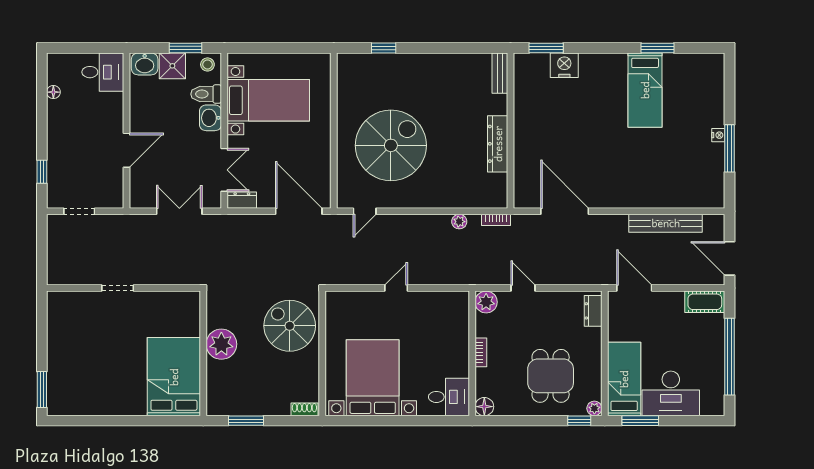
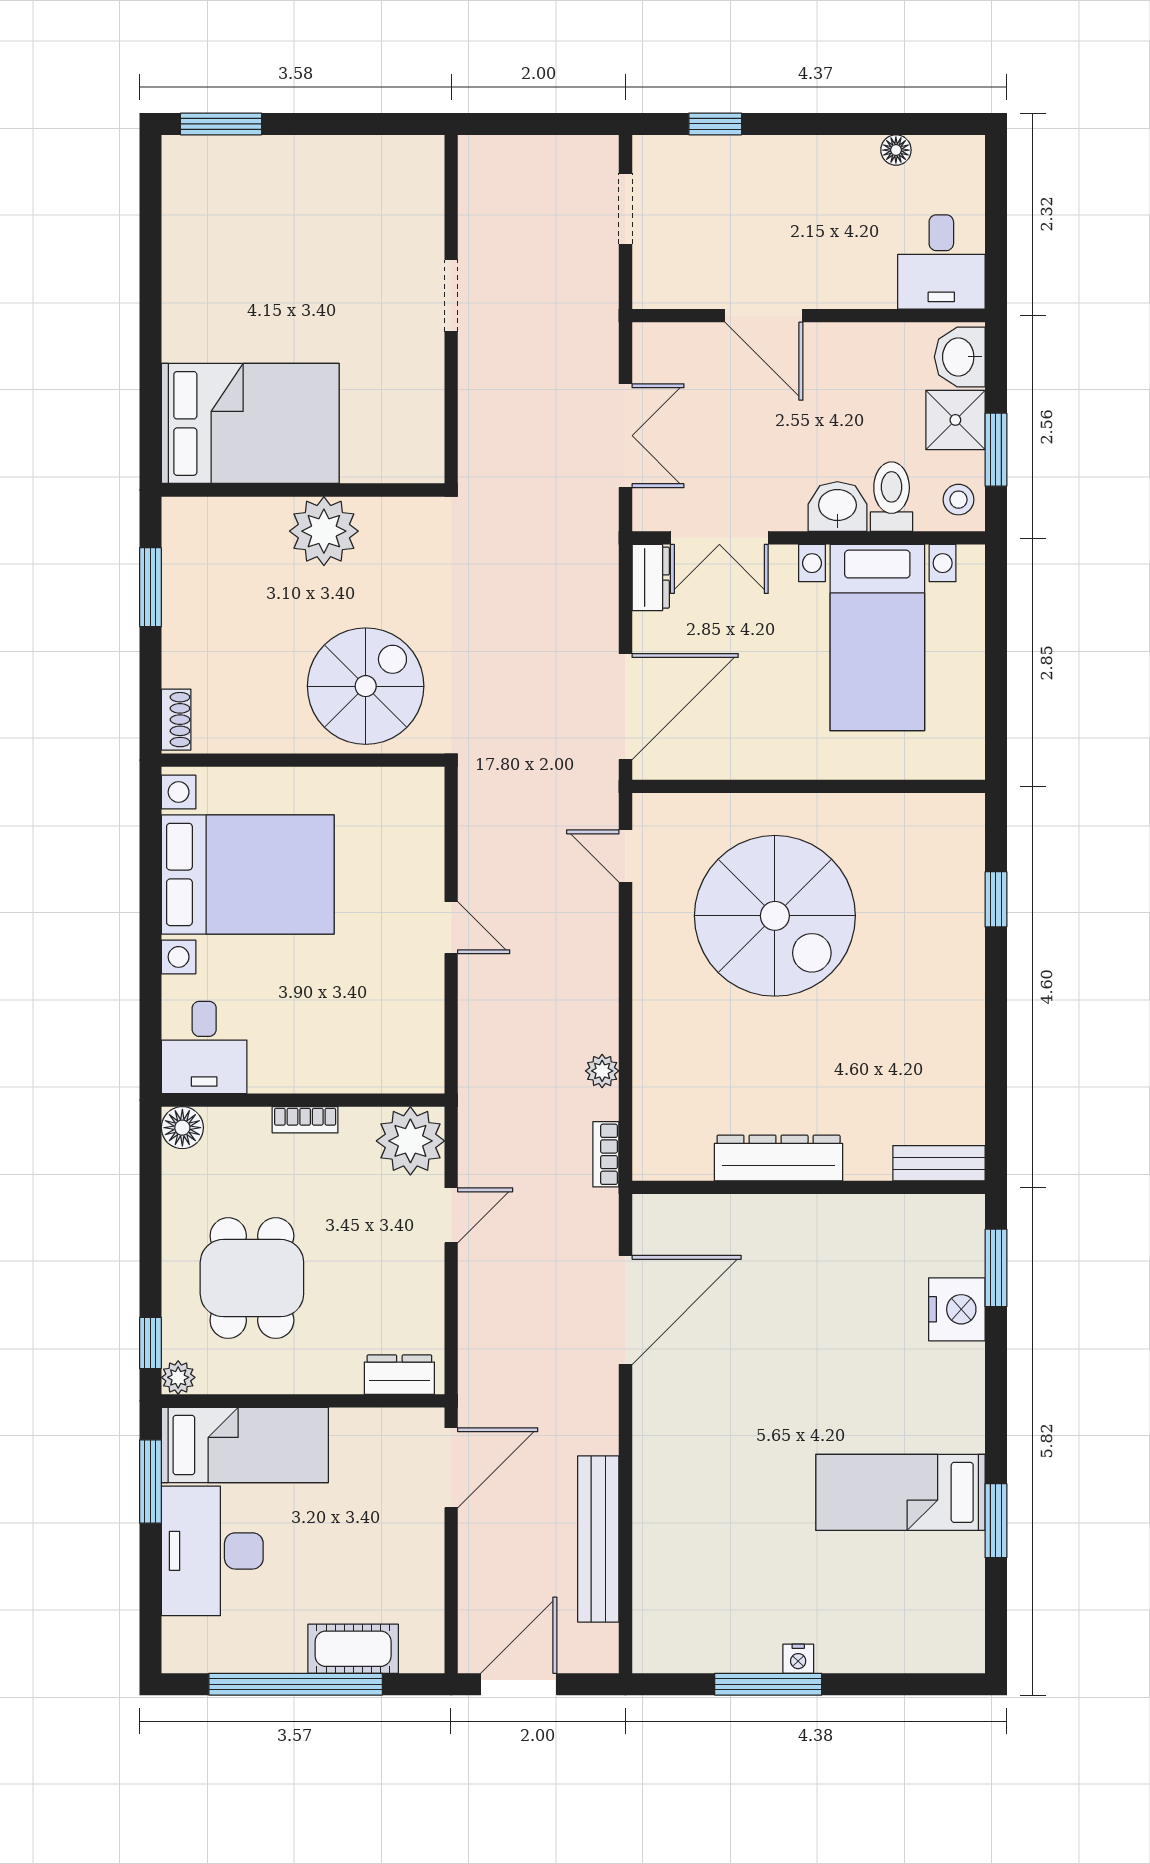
plant: (486, 302) -> (410, 1141), width x1.36, depth x1.36
cot: (705, 302) -> (353, 1649), moved, turned 90
dining table: (551, 376) -> (252, 1278), turned 90

